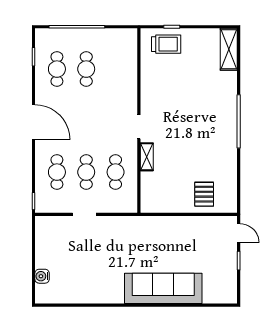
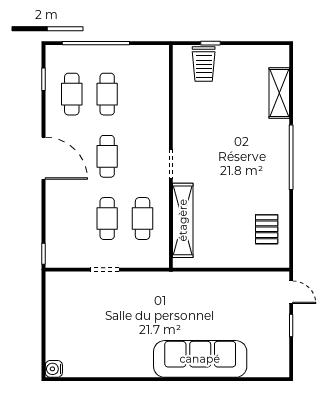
trolley: (166, 44) -> (204, 64), turned 90
shelving: (229, 49) -> (279, 93), moved
shelving: (147, 157) -> (183, 220), width x2.20, depth x1.33
cafe table: (57, 172) -> (107, 156), moved
pallet: (204, 194) -> (267, 229), moved
water cooler: (42, 276) -> (54, 369), moved

